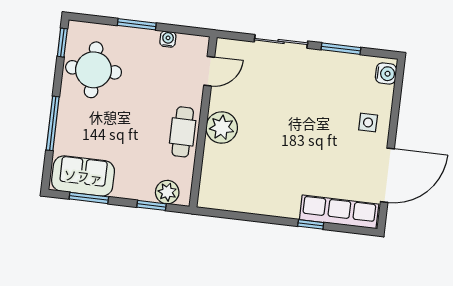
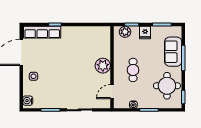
cafe table: (183, 132) -> (133, 70), moved
sofa: (83, 176) -> (173, 52), moved, turned 90
fridge: (126, 186) -> (145, 33), added

